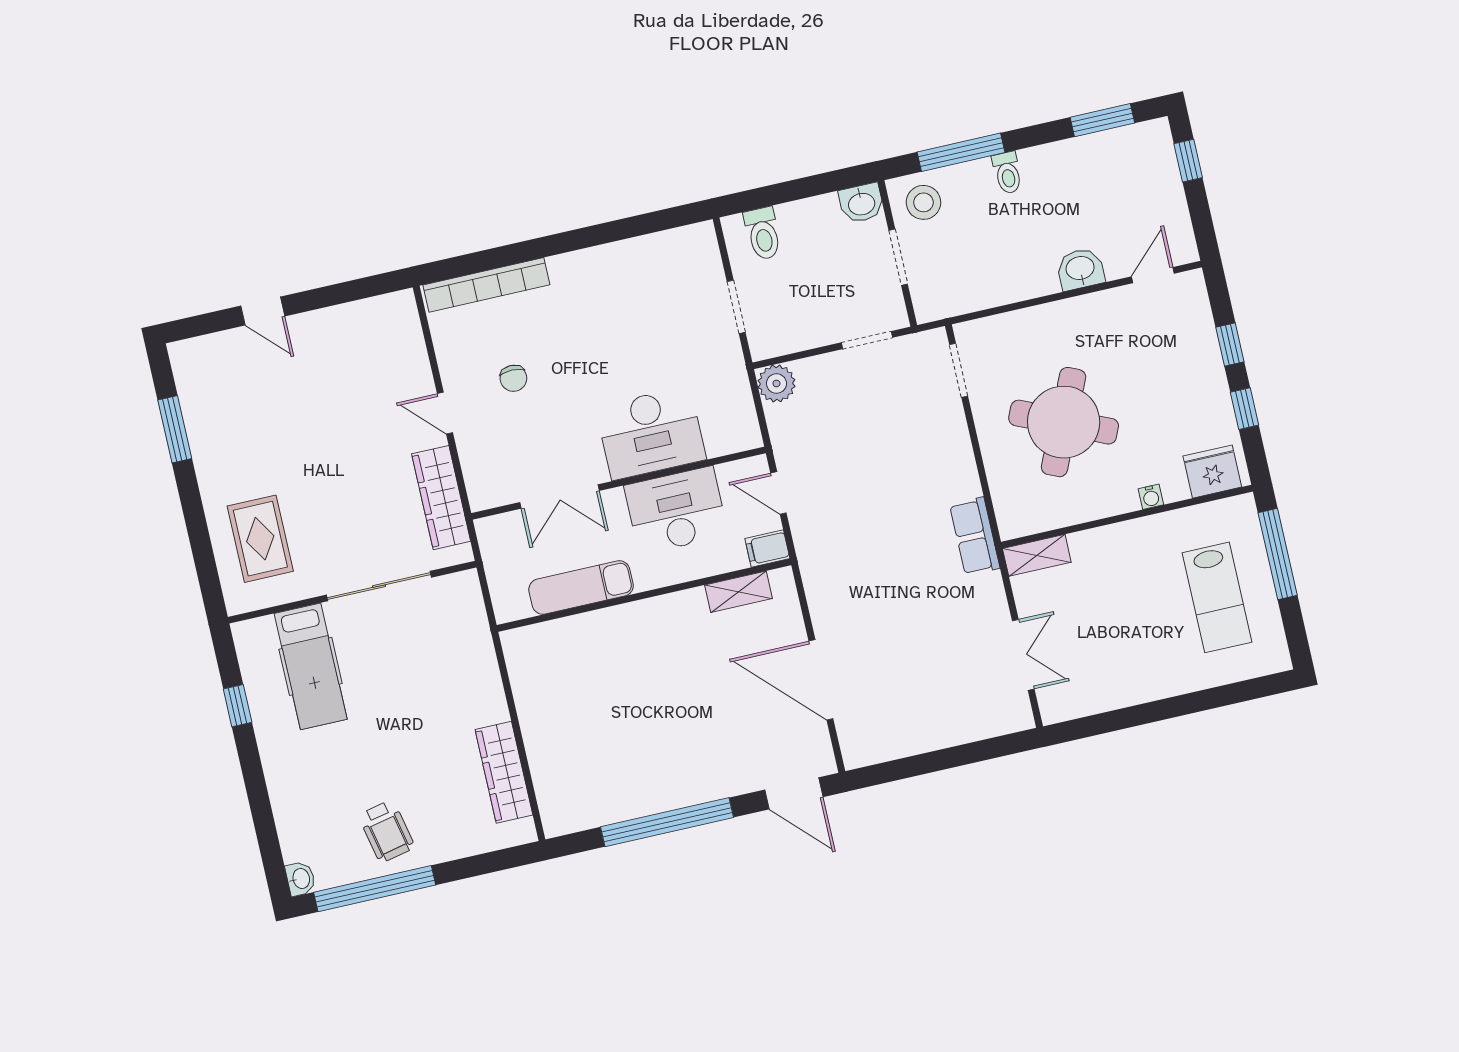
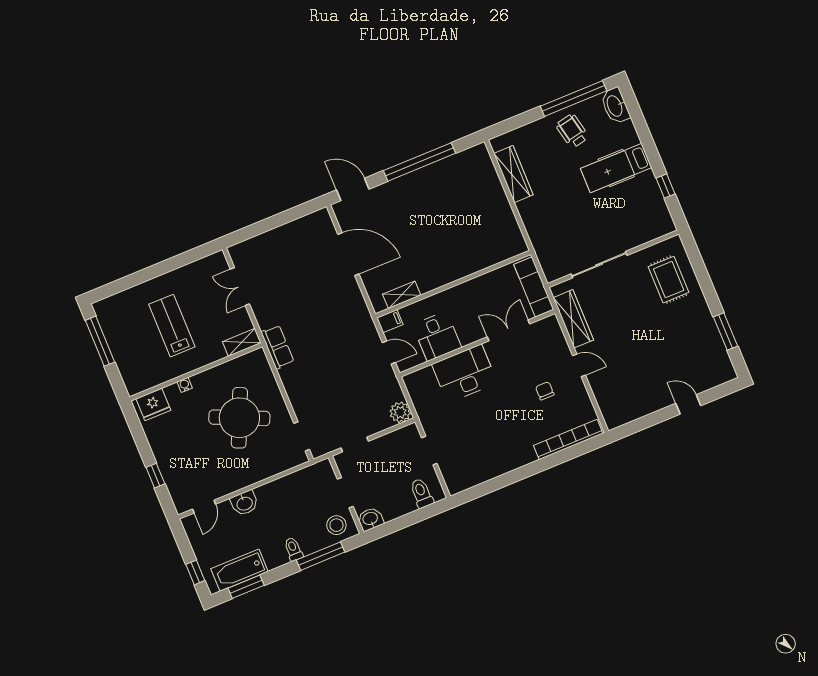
bathtub: (1109, 152) -> (239, 570), added
window: (1245, 409) -> (142, 442), removed
desk: (676, 510) -> (437, 336), width x0.73
window: (1278, 554) -> (100, 341), moved
exam couch: (581, 587) -> (534, 287), moved, turned 90
lab bench: (1217, 597) -> (172, 326), moved
hospital bed: (311, 666) -> (616, 168), moved, turned -90
washbasin: (301, 879) -> (615, 106), width x1.91, depth x1.45

